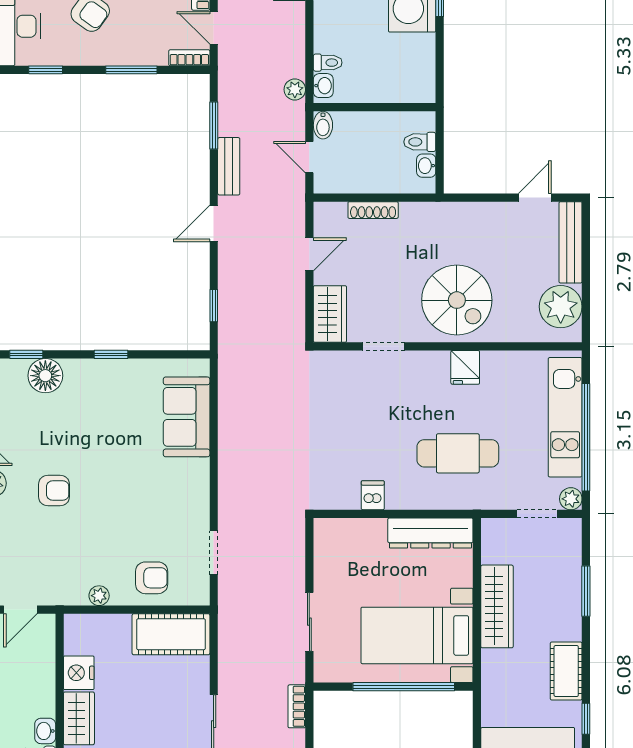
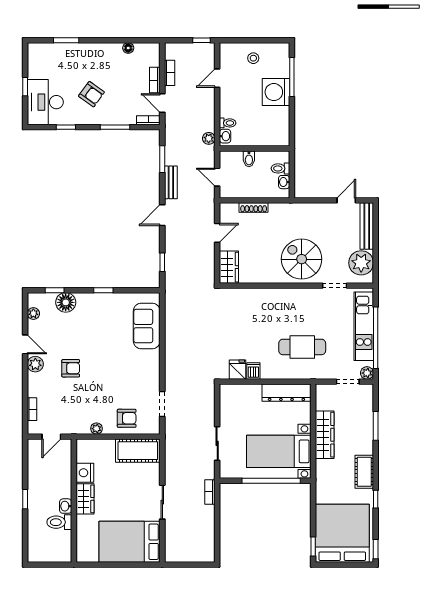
bidet: (323, 125) -> (249, 159), moved
spiral stairs: (457, 300) -> (302, 259), turned 180
doorway: (384, 346) -> (335, 286), moved
fridge: (465, 367) -> (237, 370), moved, turned 180

